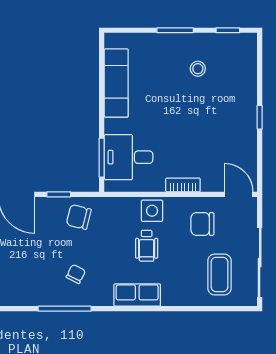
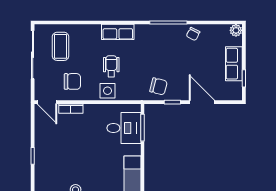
bookcase: (183, 185) -> (71, 109), moved
chair: (76, 274) -> (193, 34), moved

